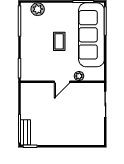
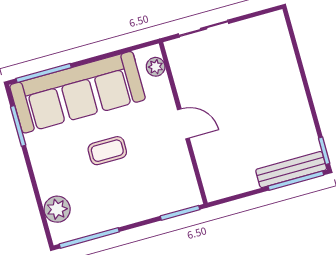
plant: (79, 76) -> (156, 67), moved
bench: (25, 132) -> (291, 170), width x1.36

